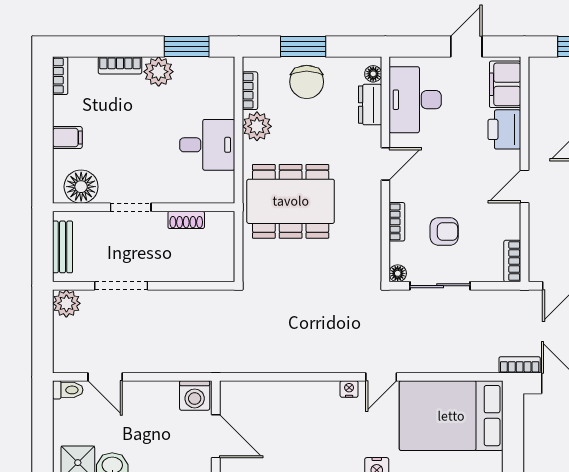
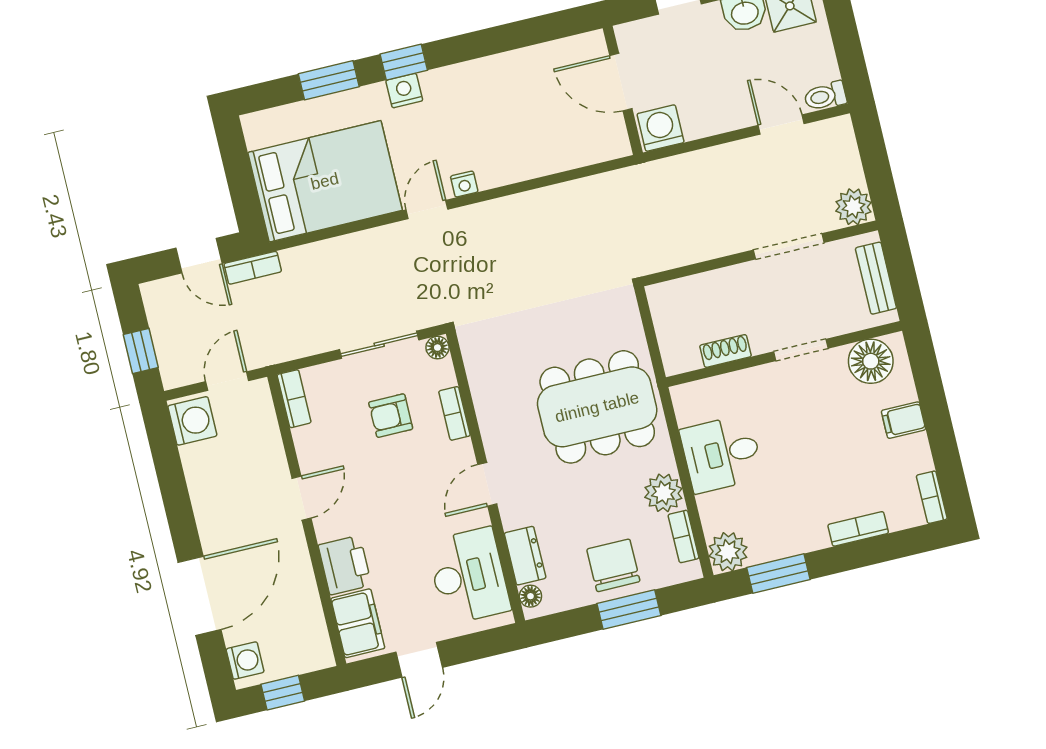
plant: (159, 72) -> (728, 552), moved

